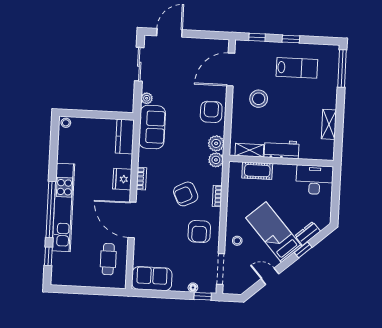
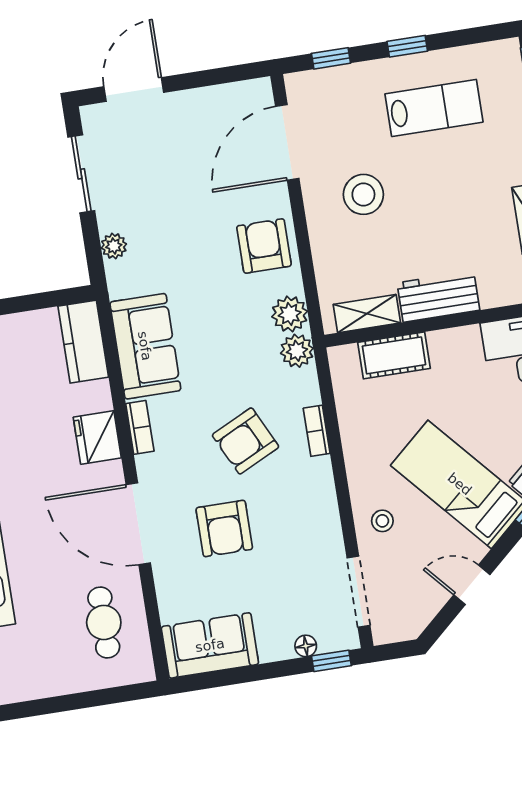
sofa: (152, 127) -> (145, 346), moved
armchair: (199, 231) -> (224, 528), moved

